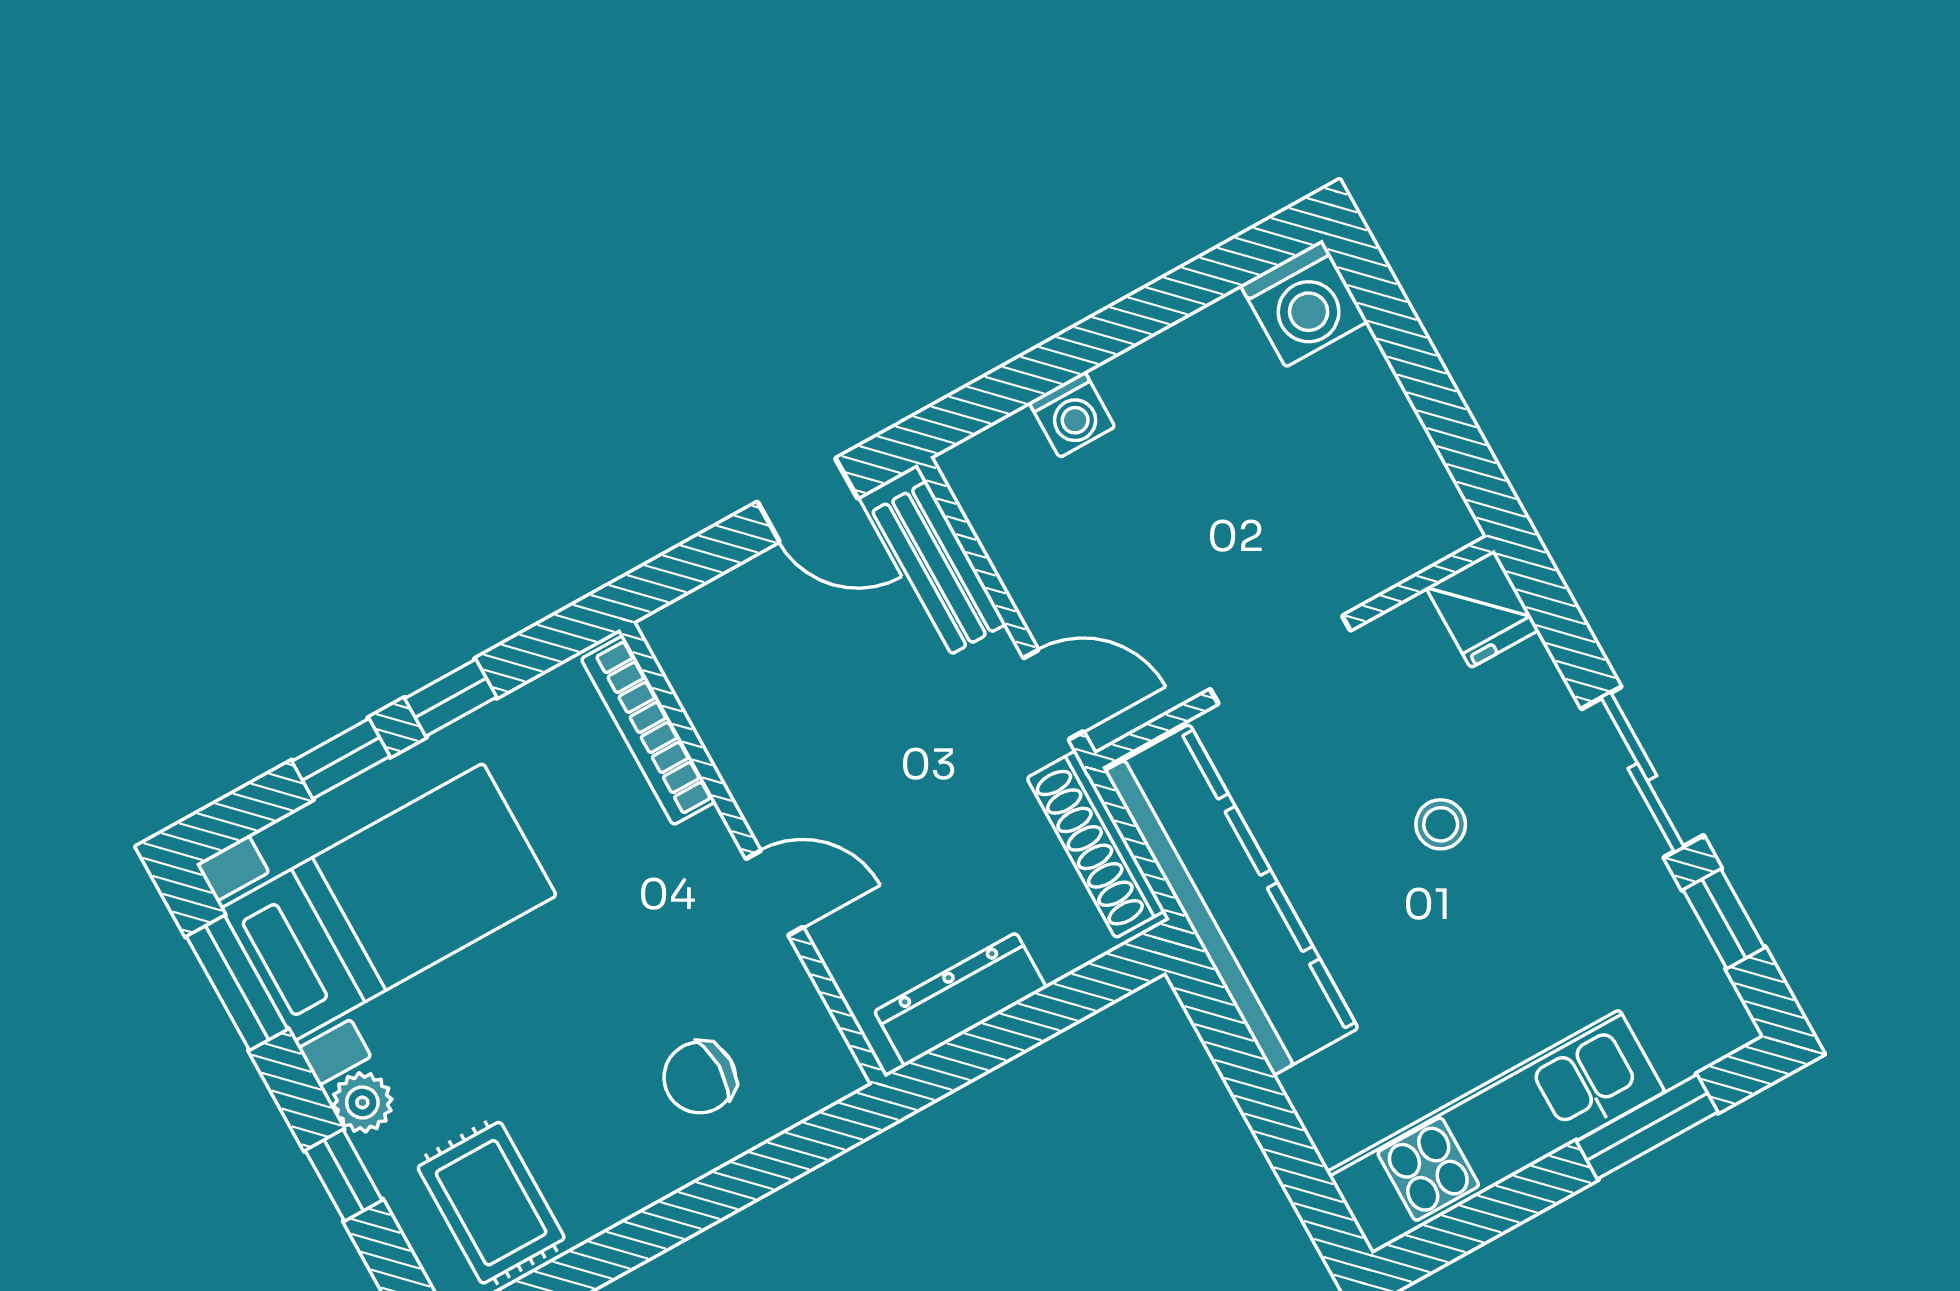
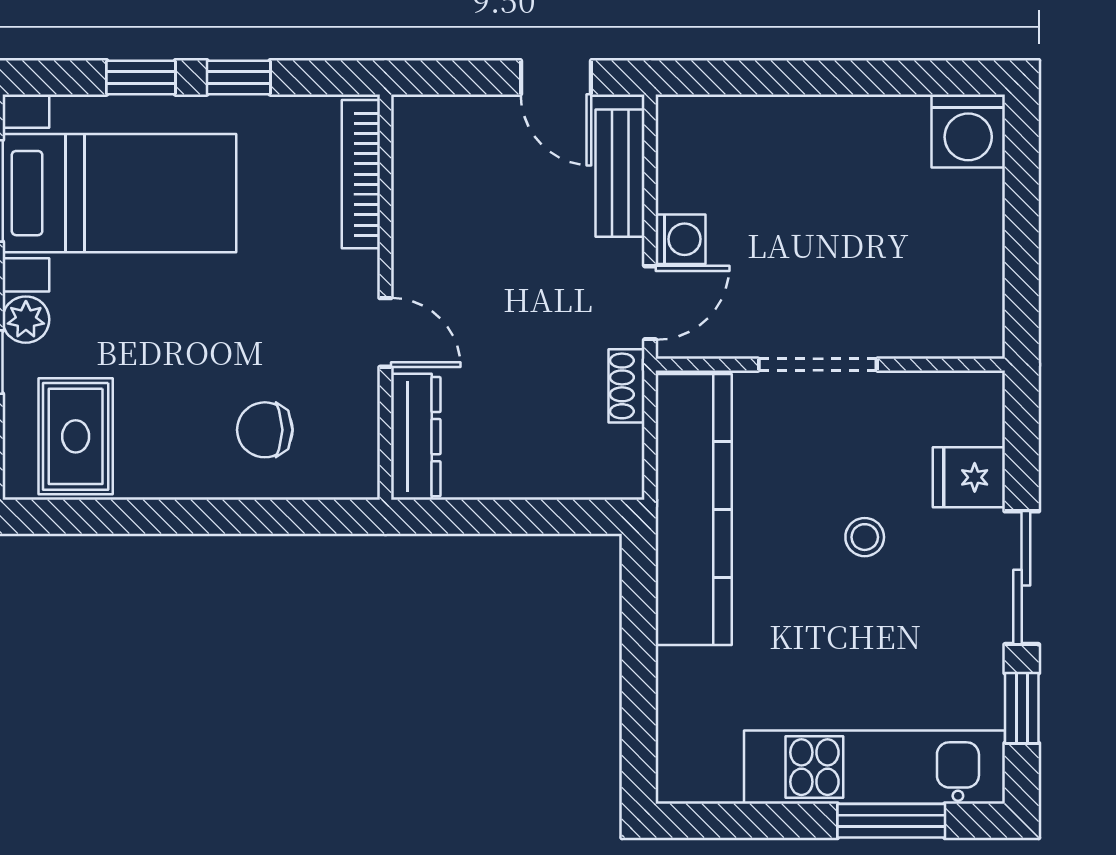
washing machine: (1072, 415) -> (681, 239), moved, turned -90
fridge: (1482, 609) -> (969, 477), moved, turned 90
door: (1054, 695) -> (650, 303), hinge flipped
shoe rack: (1096, 844) -> (627, 386), width x0.51, depth x0.81
dresser: (960, 999) -> (416, 437), moved, turned 90
kitchen unit: (1496, 1132) -> (874, 767), moved

